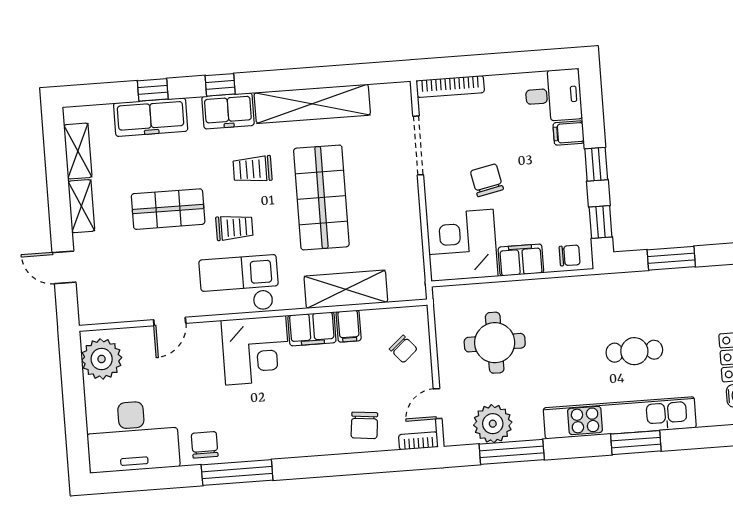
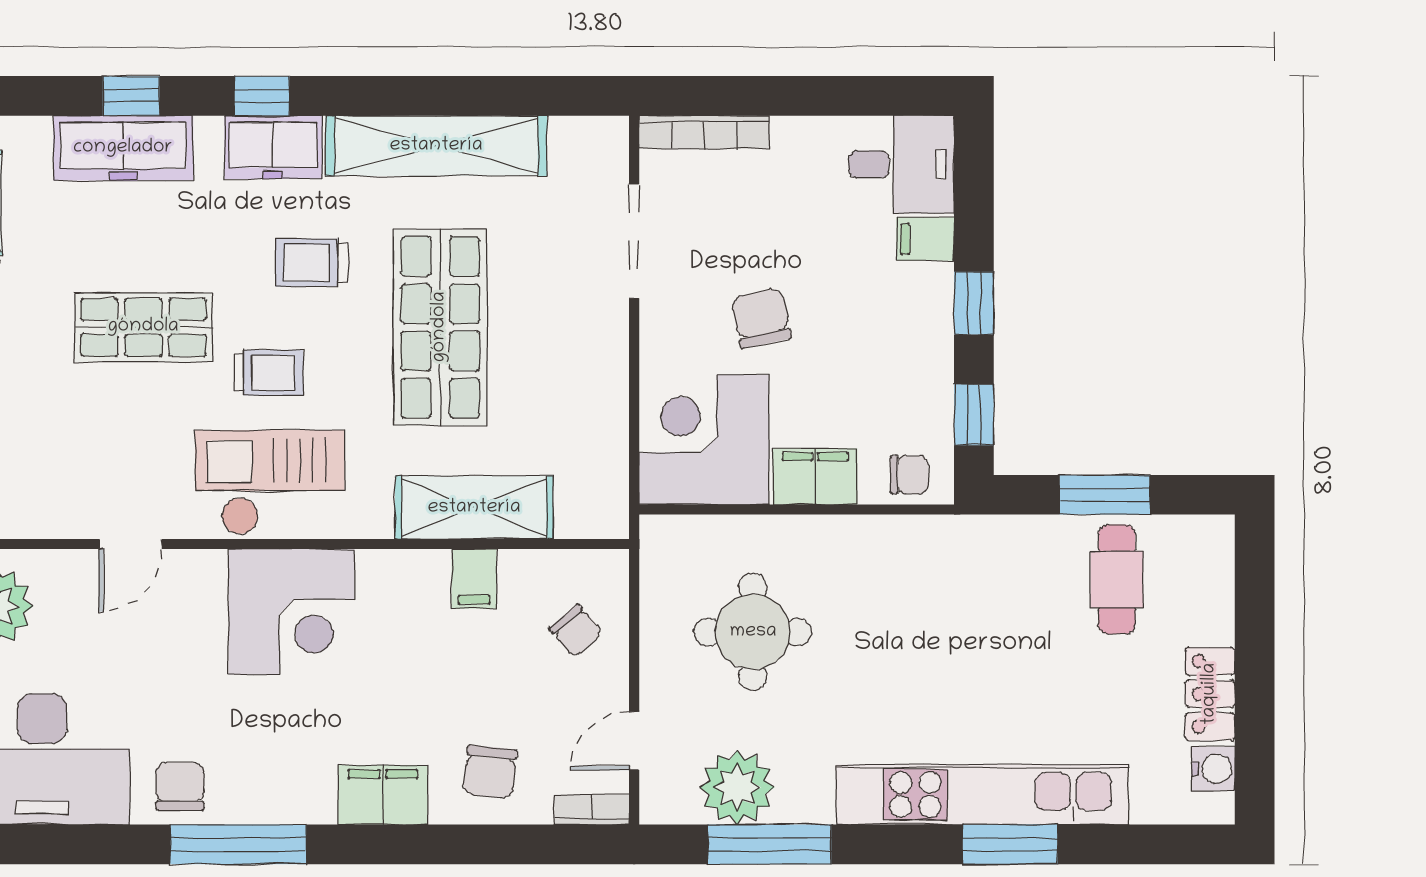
filing cabinet: (312, 329) -> (383, 795), moved, turned 180
cafe table: (634, 351) -> (1117, 579), moved, turned 90

